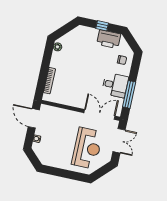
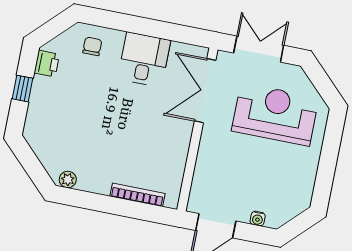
printer: (109, 39) -> (47, 64), width x0.53, depth x0.68
window: (129, 94) -> (163, 30), removed

